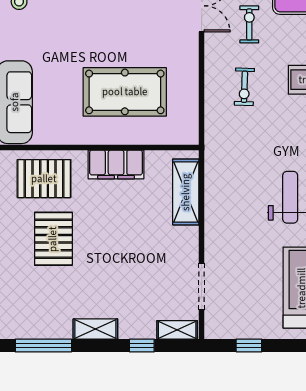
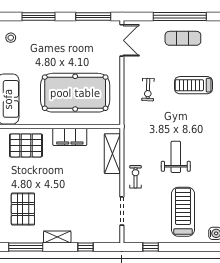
exercise bike: (249, 24) -> (136, 177), moved
pool table: (125, 92) -> (75, 93), width x1.36, depth x1.32
pallet: (53, 239) -> (23, 209), moved
shelving: (177, 330) -> (107, 238), removed

